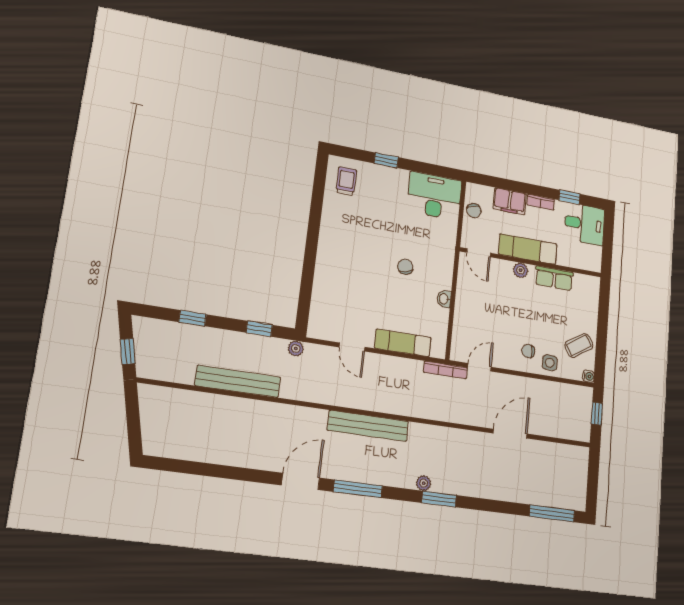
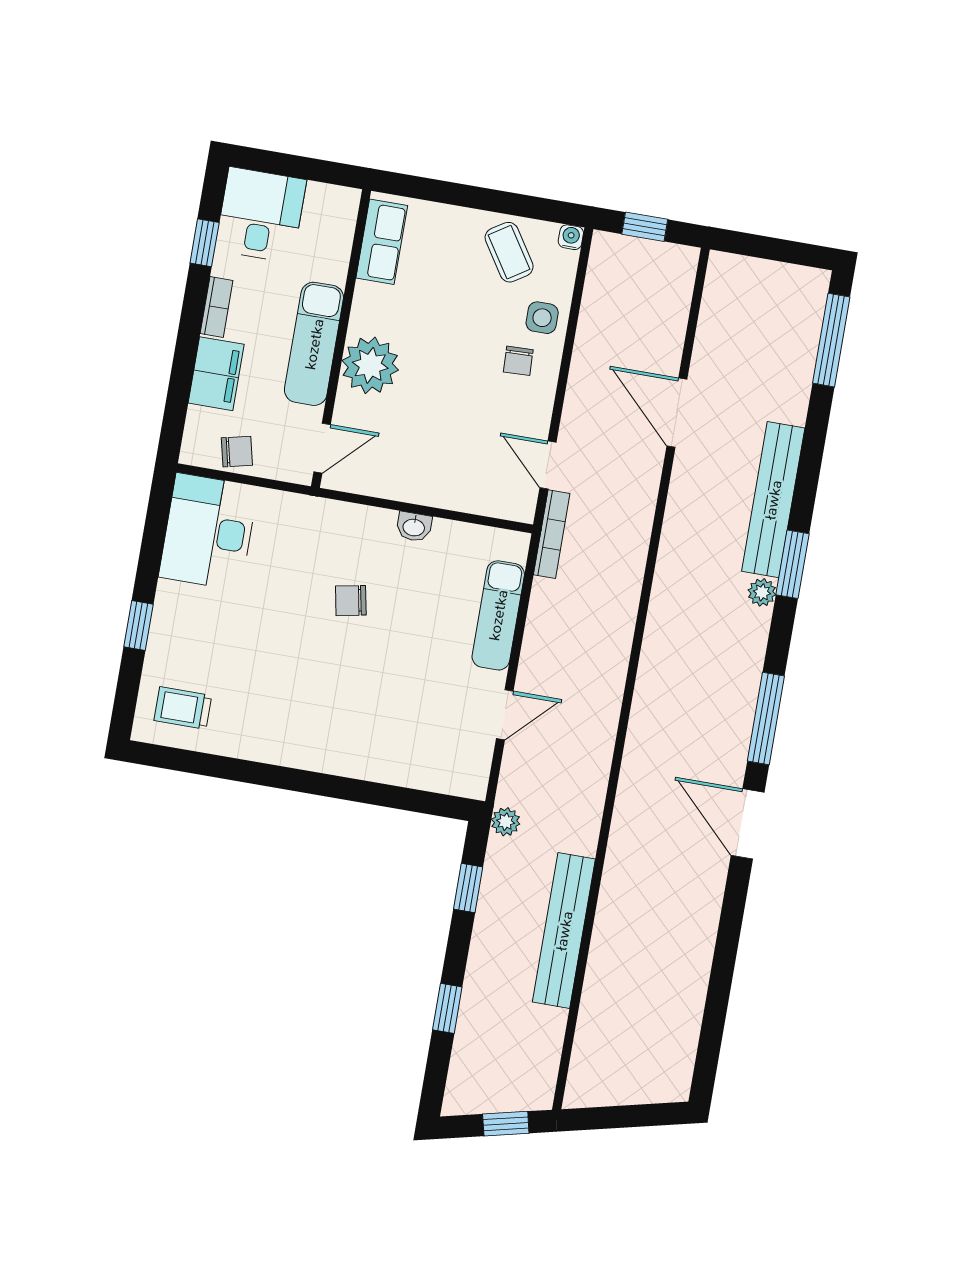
plant: (521, 270) -> (370, 365), width x1.88, depth x1.88
row of seats: (554, 278) -> (382, 242), moved
bench: (368, 426) -> (773, 500), moved

